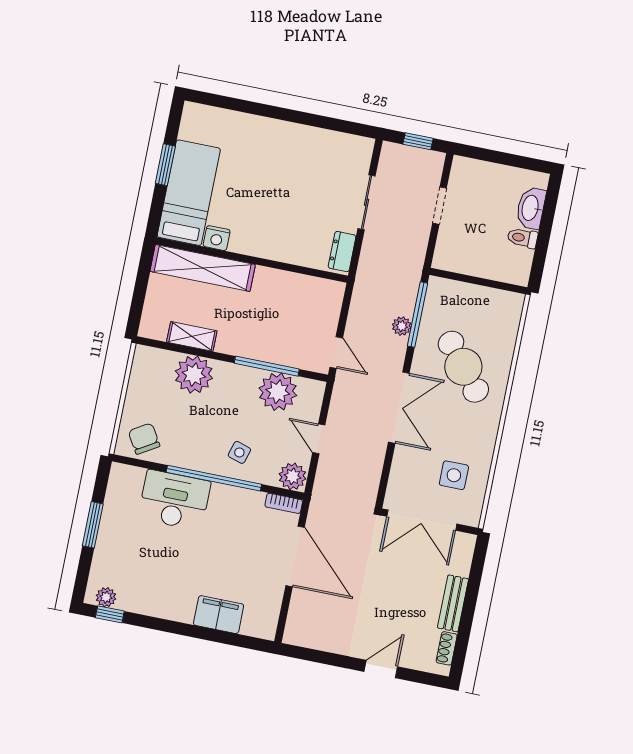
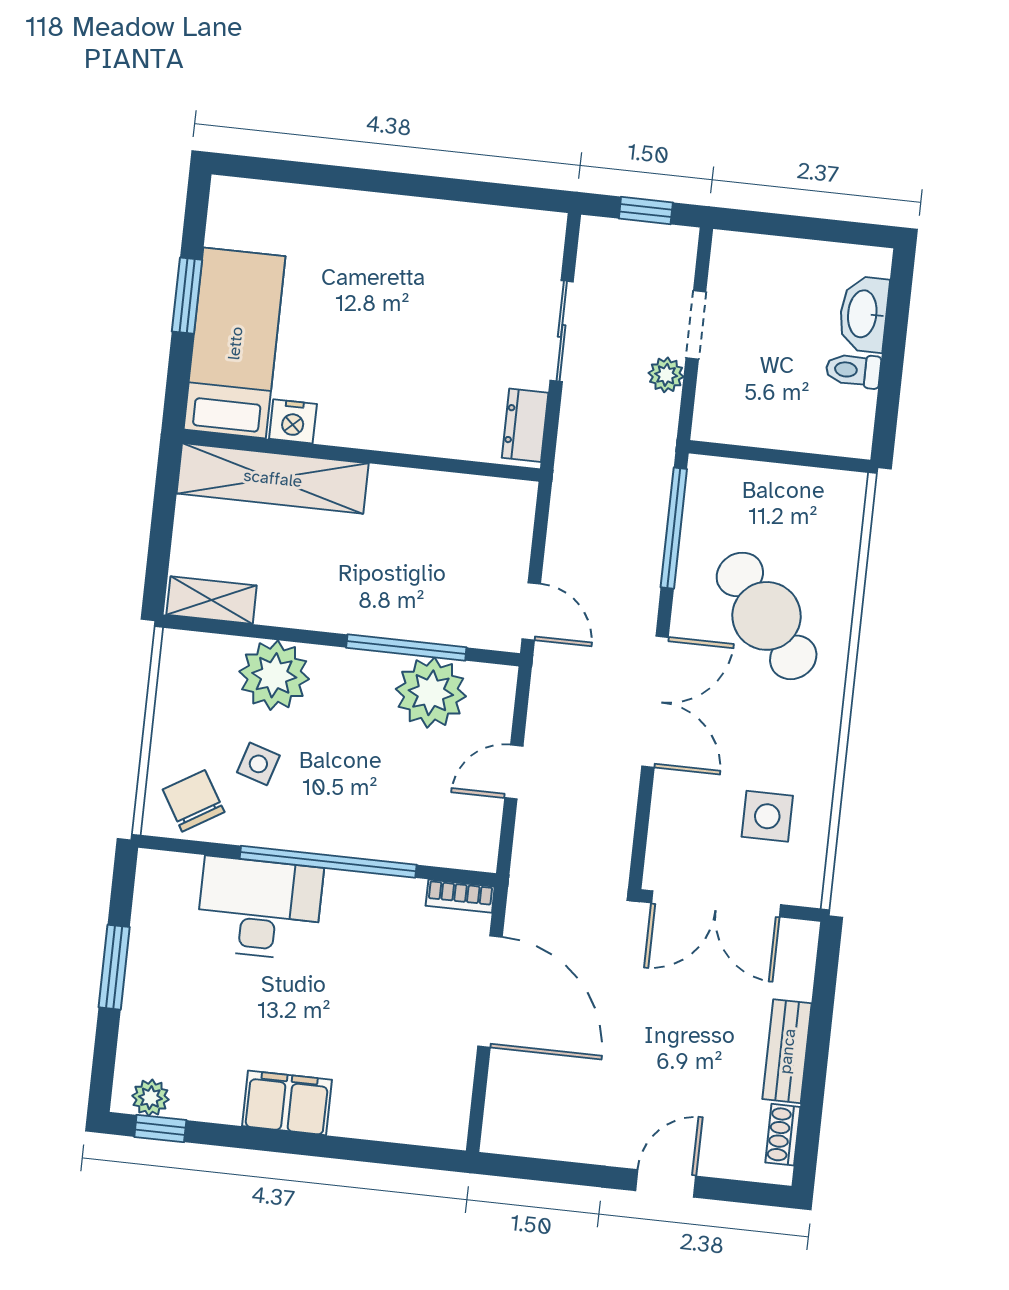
plant: (402, 326) -> (666, 375), moved
shelving: (192, 336) -> (212, 600), moved
door: (319, 439) -> (514, 772), hinge flipped
side table: (239, 452) -> (258, 764), moved
plant: (293, 476) -> (472, 845), removed
filing cabinet: (219, 615) -> (287, 1103), moved

